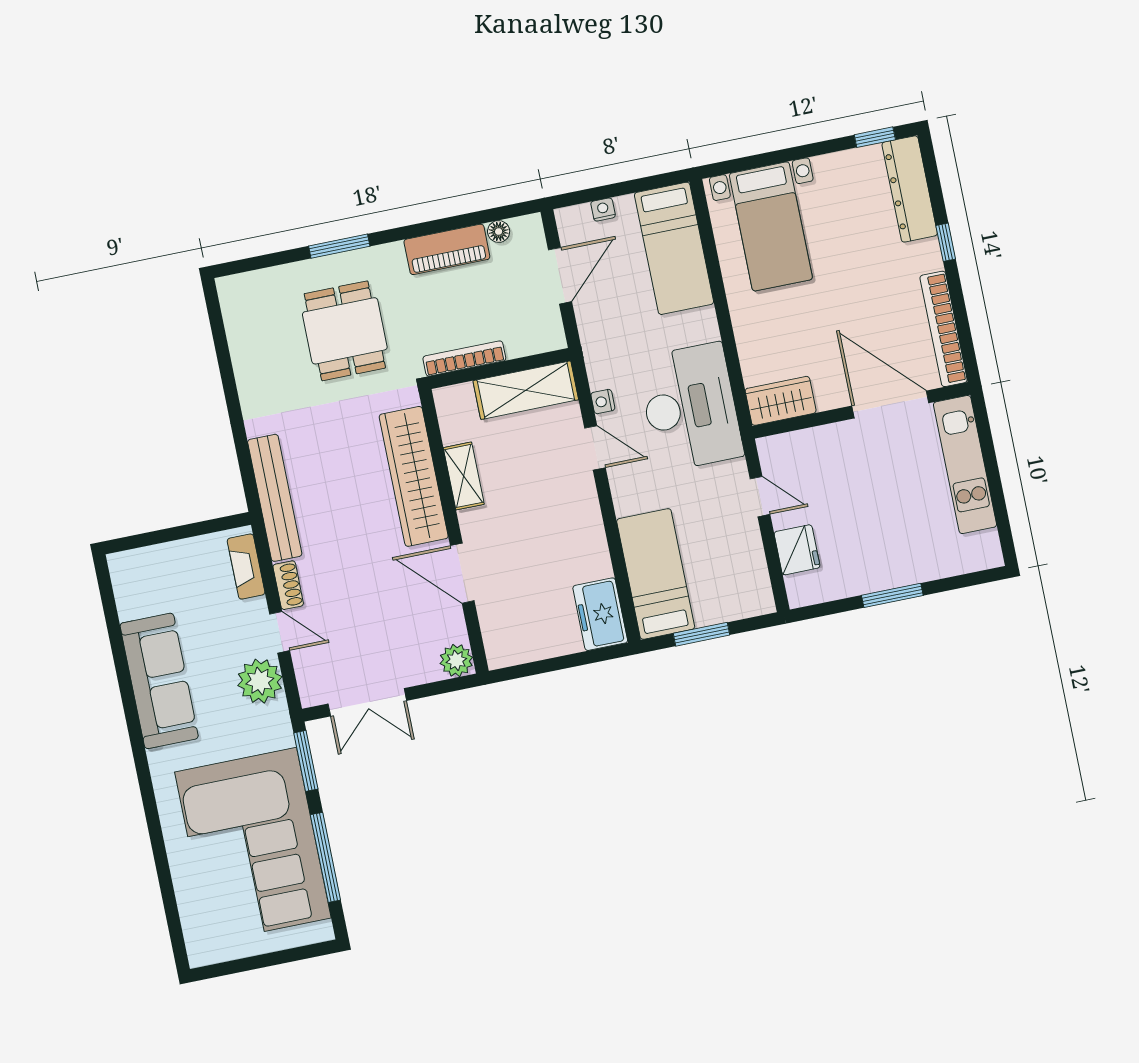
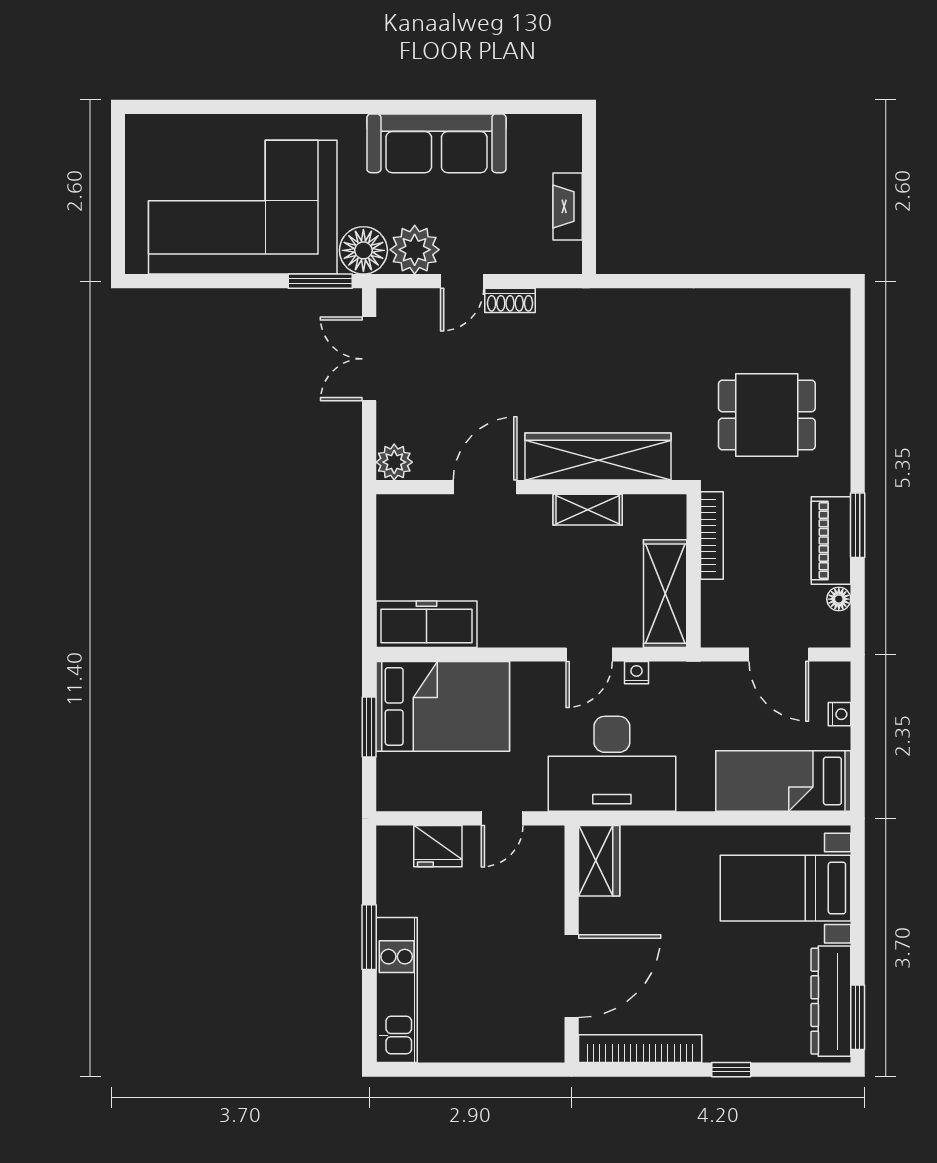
window: (875, 137) -> (858, 1017), width x1.50
dresser: (910, 189) -> (831, 1001), moved, turned -90
window: (339, 246) -> (858, 525), moved
kitchen unit: (965, 465) -> (397, 990), moved, turned 90
bench: (275, 498) -> (605, 305), removed
fireplace: (246, 567) -> (568, 206), moved, turned -90
bed: (656, 574) -> (443, 706), width x1.50
freezer: (600, 614) -> (426, 624), width x1.40
floor lamp: (270, 727) -> (363, 250), added
window: (325, 857) -> (214, 281), removed

